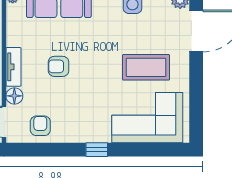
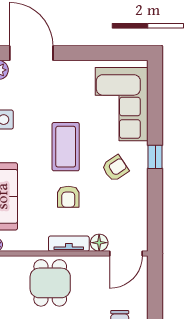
coffee table: (146, 67) -> (66, 147), moved
armchair: (40, 126) -> (115, 168), moved, turned 146

